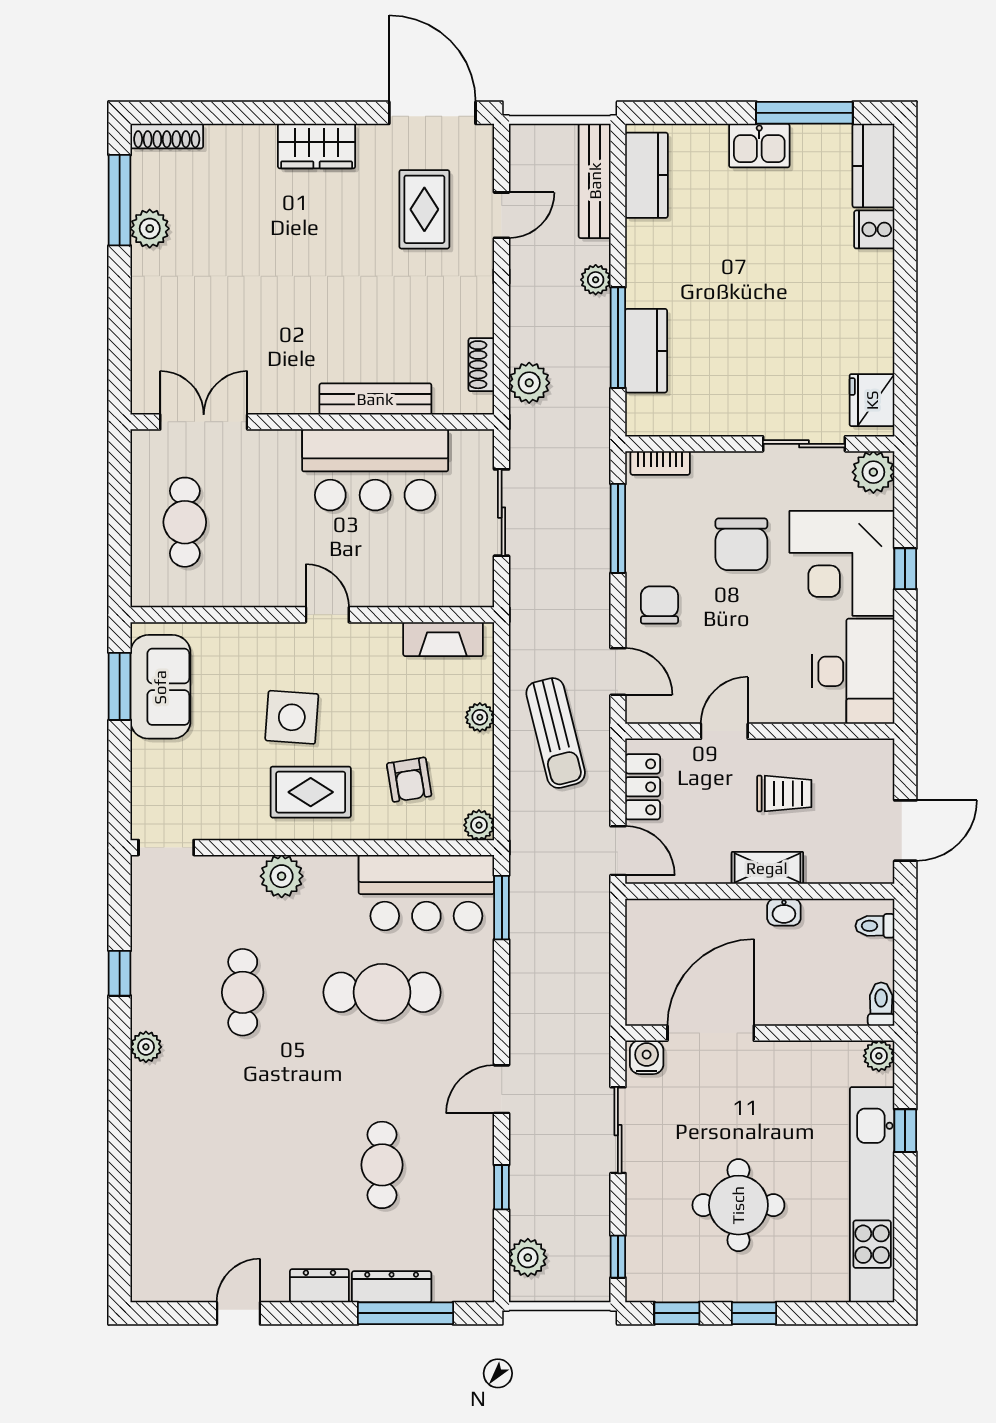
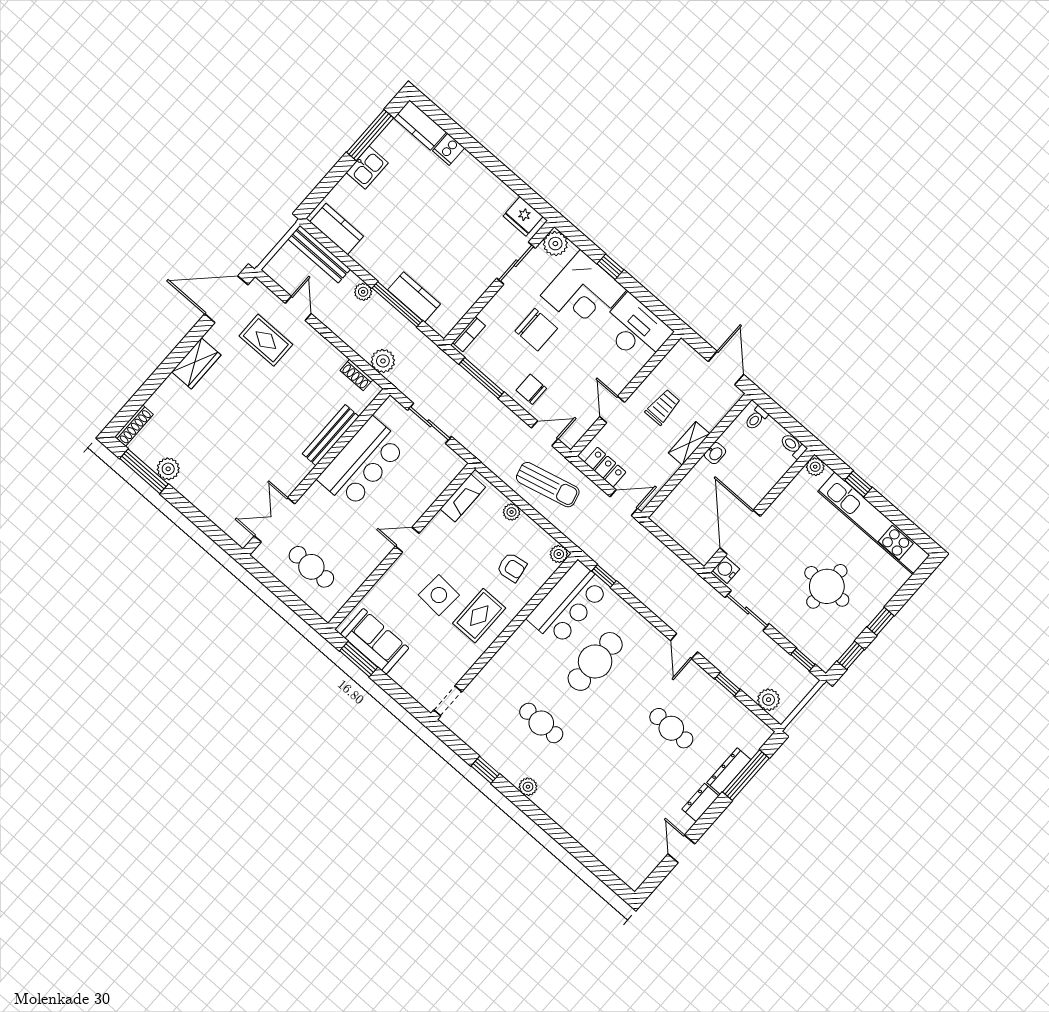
plant: (282, 876) -> (505, 661), removed
window: (502, 908) -> (604, 576), width x0.67

